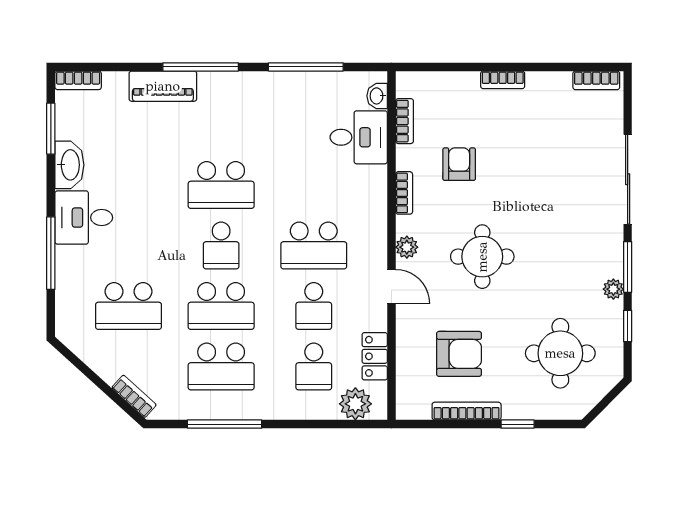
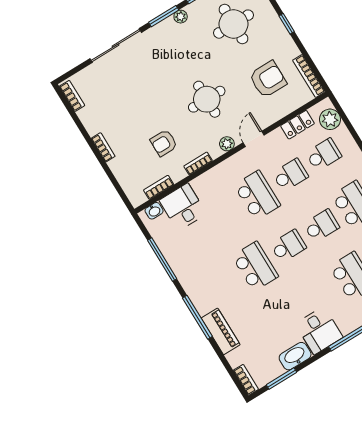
school desk: (221, 306) -> (321, 226), width x0.54
armchair: (459, 354) -> (268, 79), turned 90
bookcase: (467, 411) -> (309, 76), moved

